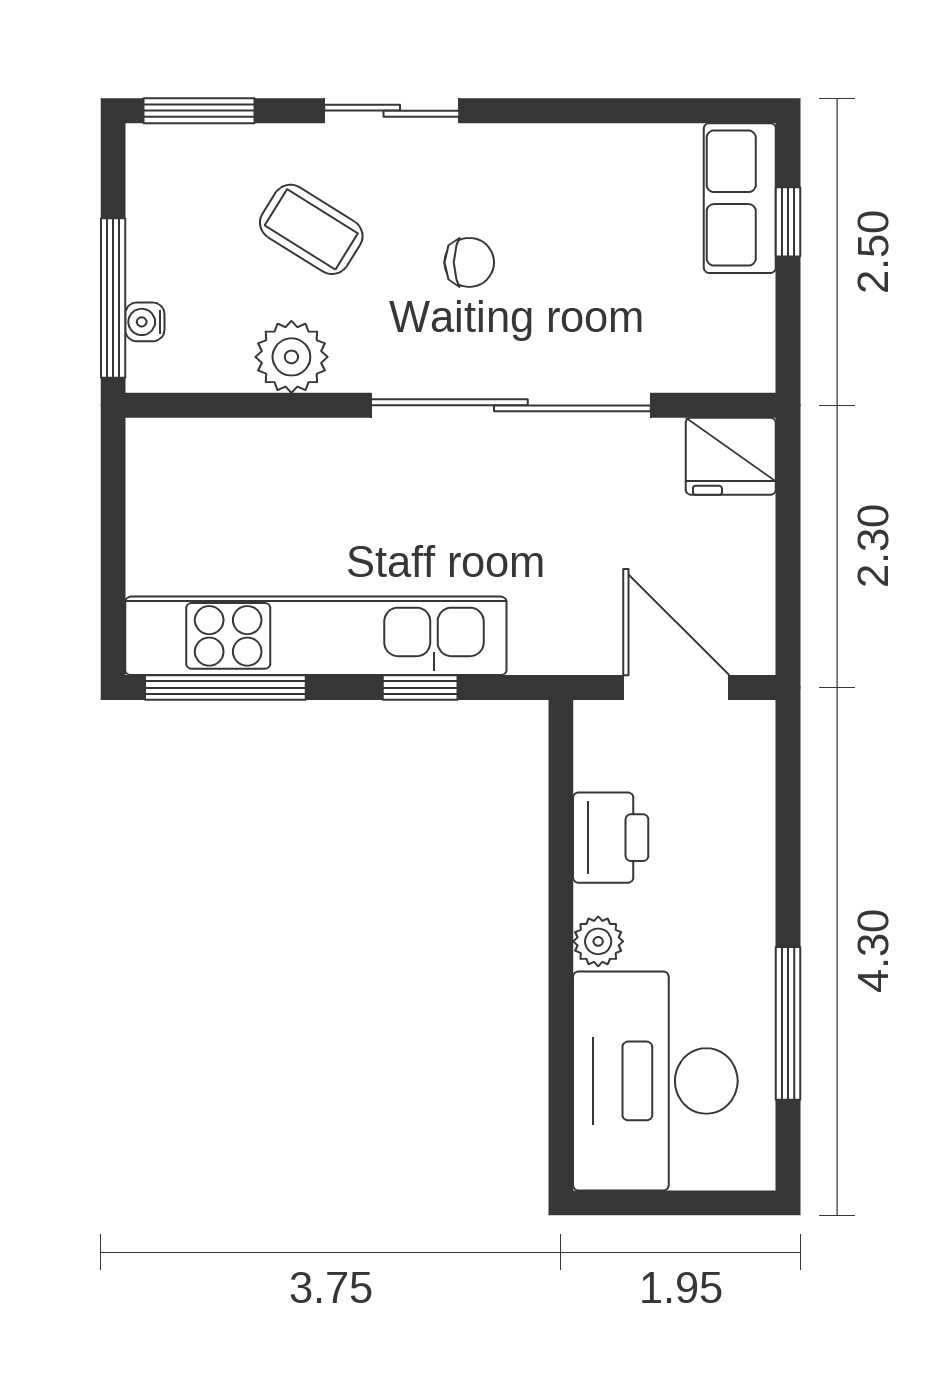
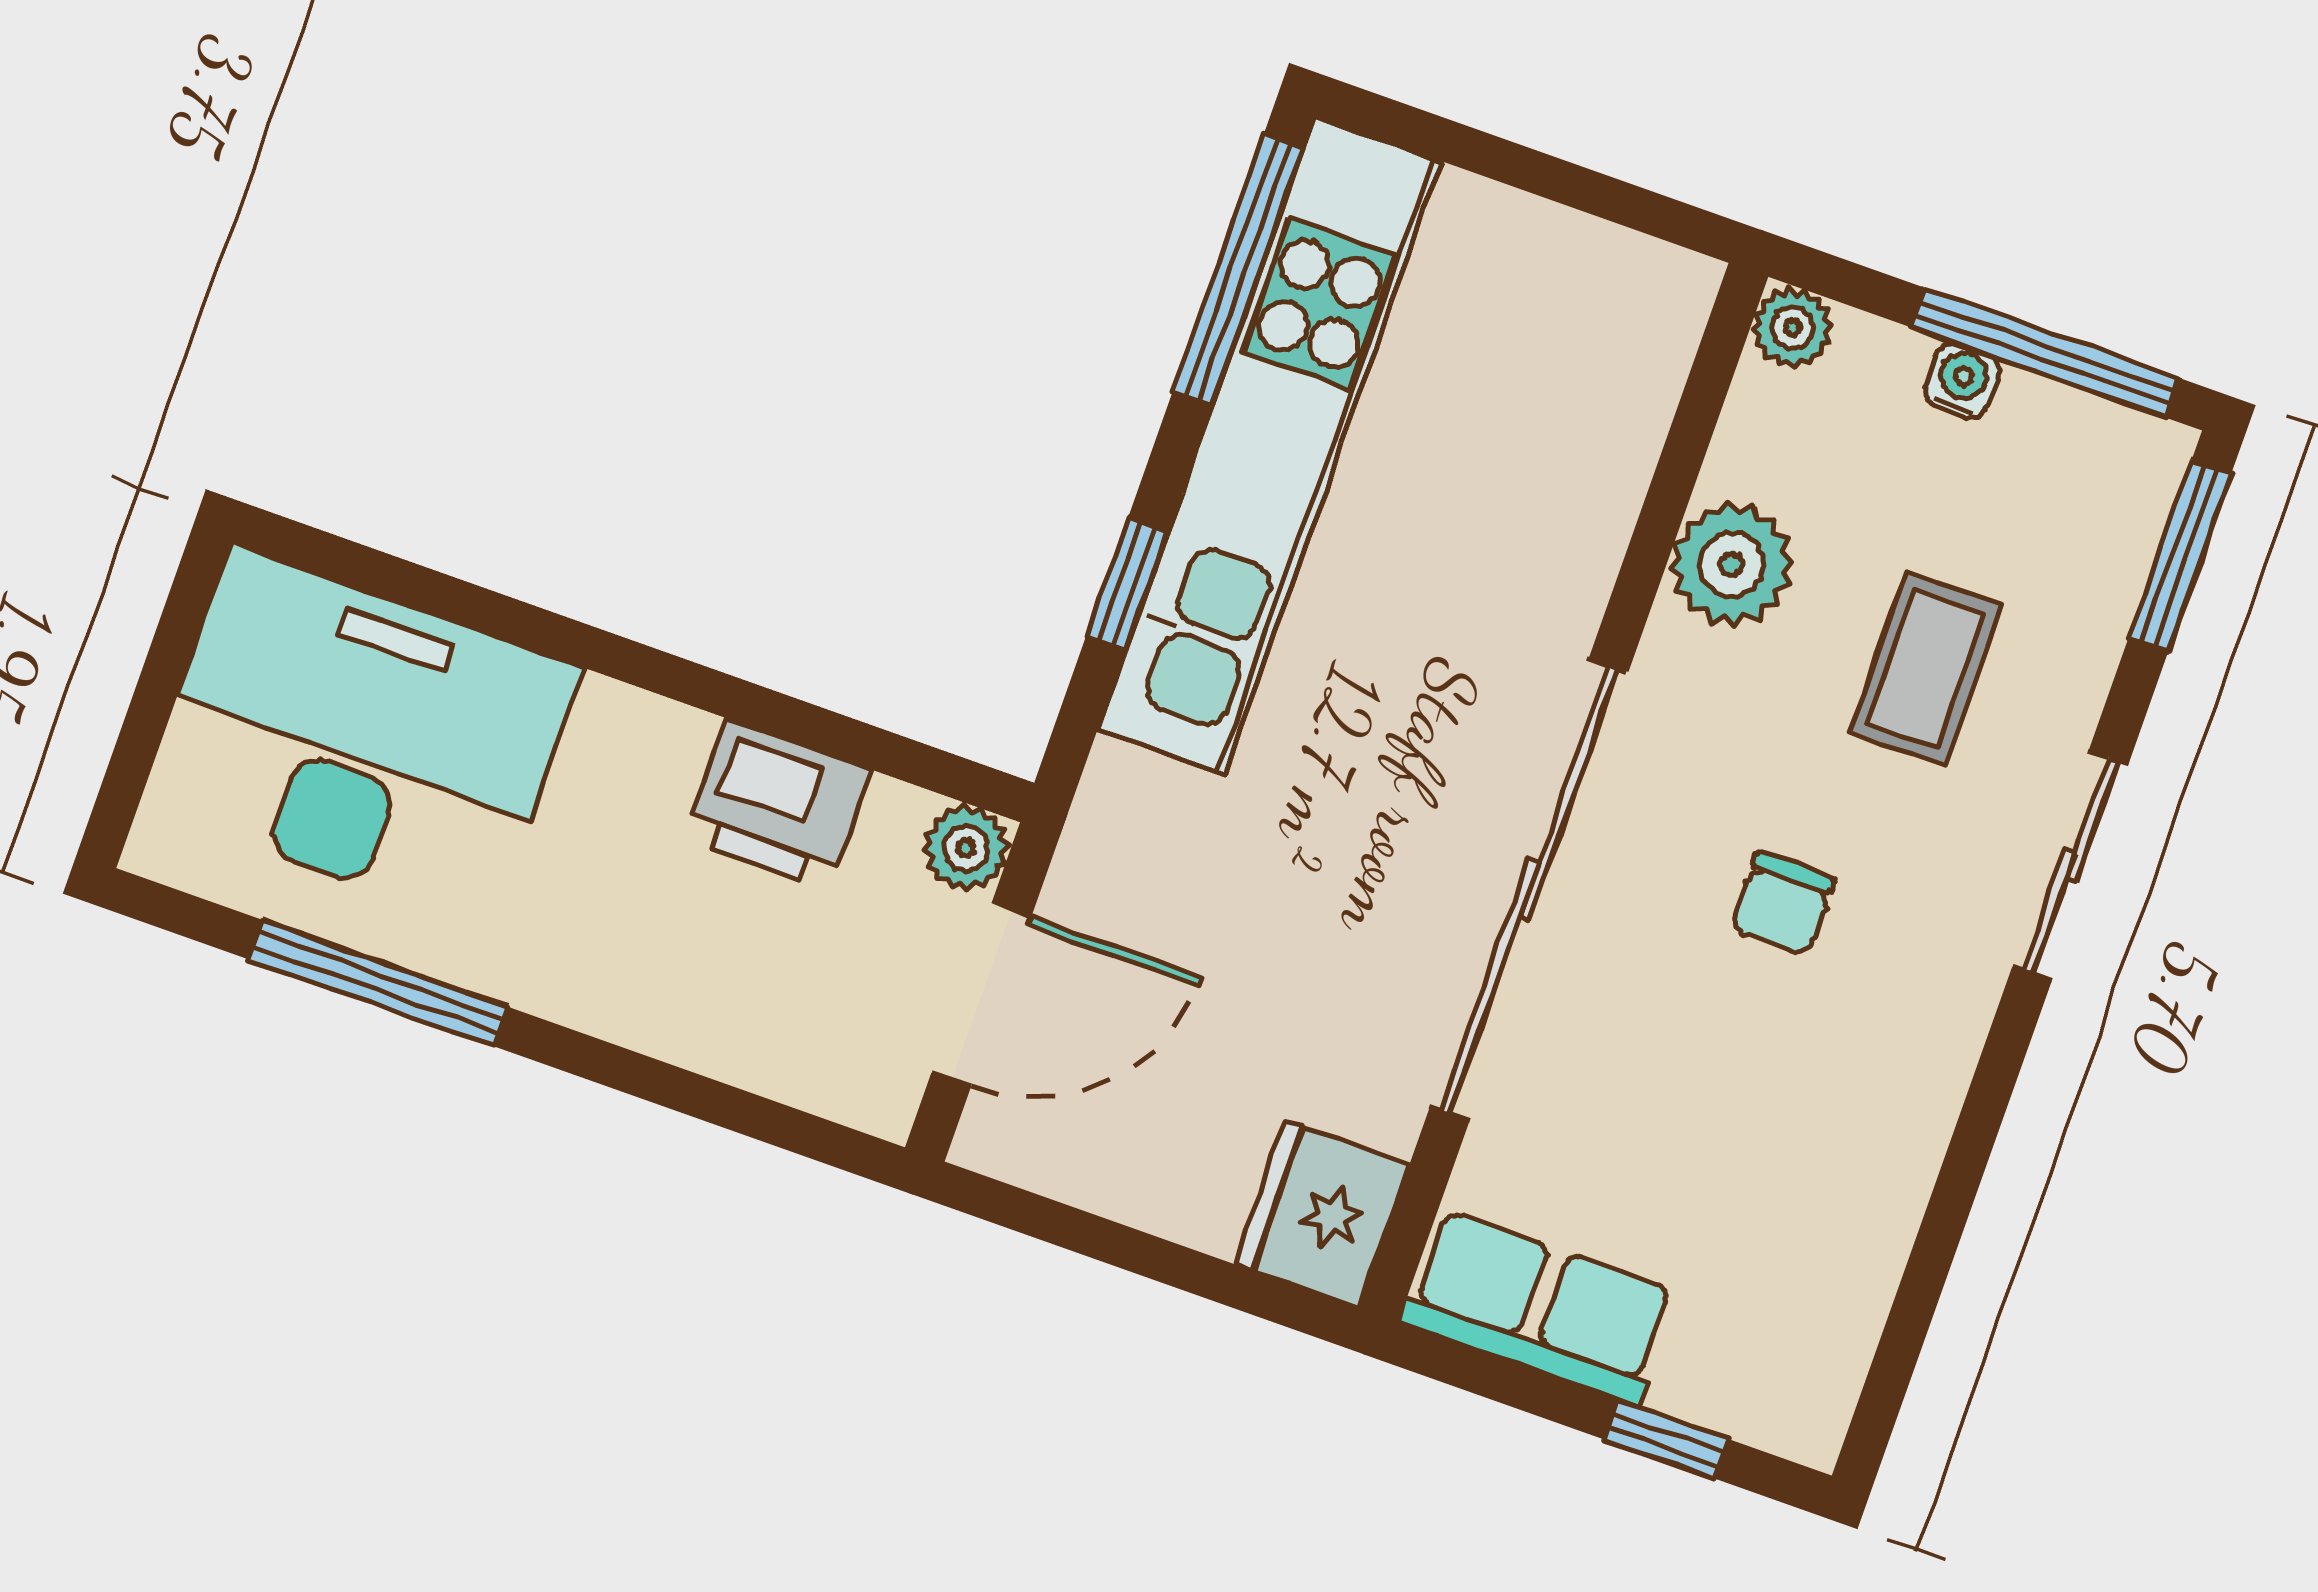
row of seats: (740, 198) -> (1539, 1307), moved
coffee table: (311, 229) -> (1925, 669), turned -32
window: (113, 298) -> (2045, 353), moved
water cooler: (145, 322) -> (1962, 381), moved
plant: (149, 370) -> (1792, 328), added
plant: (598, 941) -> (966, 848), moved

